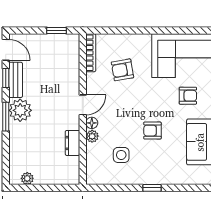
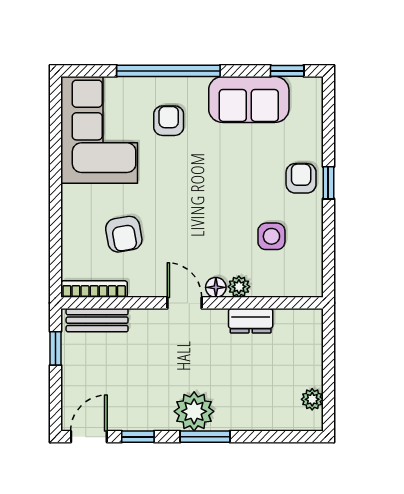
bench: (16, 80) -> (97, 320), moved
armchair: (152, 131) -> (301, 178), moved, turned 180

